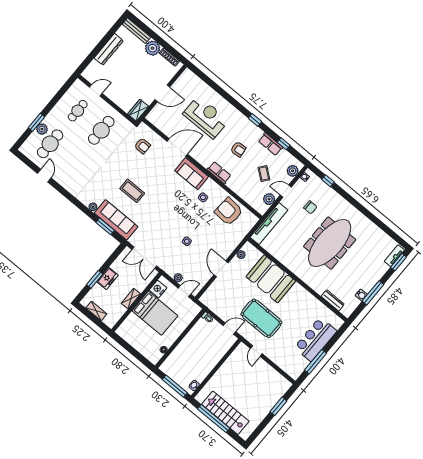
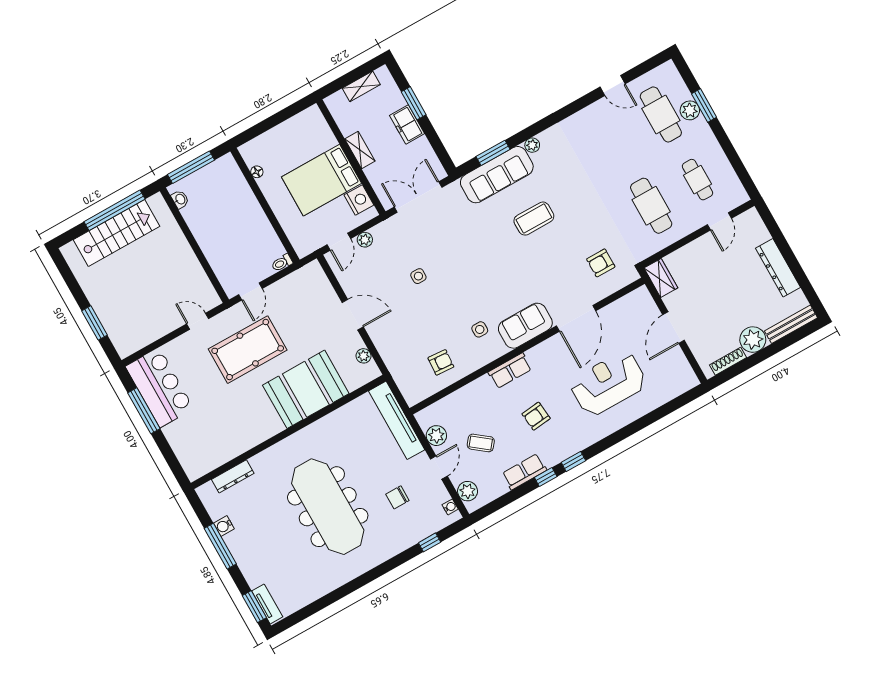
reception desk: (206, 117) -> (608, 383), turned 180
window: (284, 144) -> (546, 477), moved
armchair: (229, 212) -> (441, 362), width x0.53, depth x0.53
bar counter: (315, 339) -> (160, 388), moved

